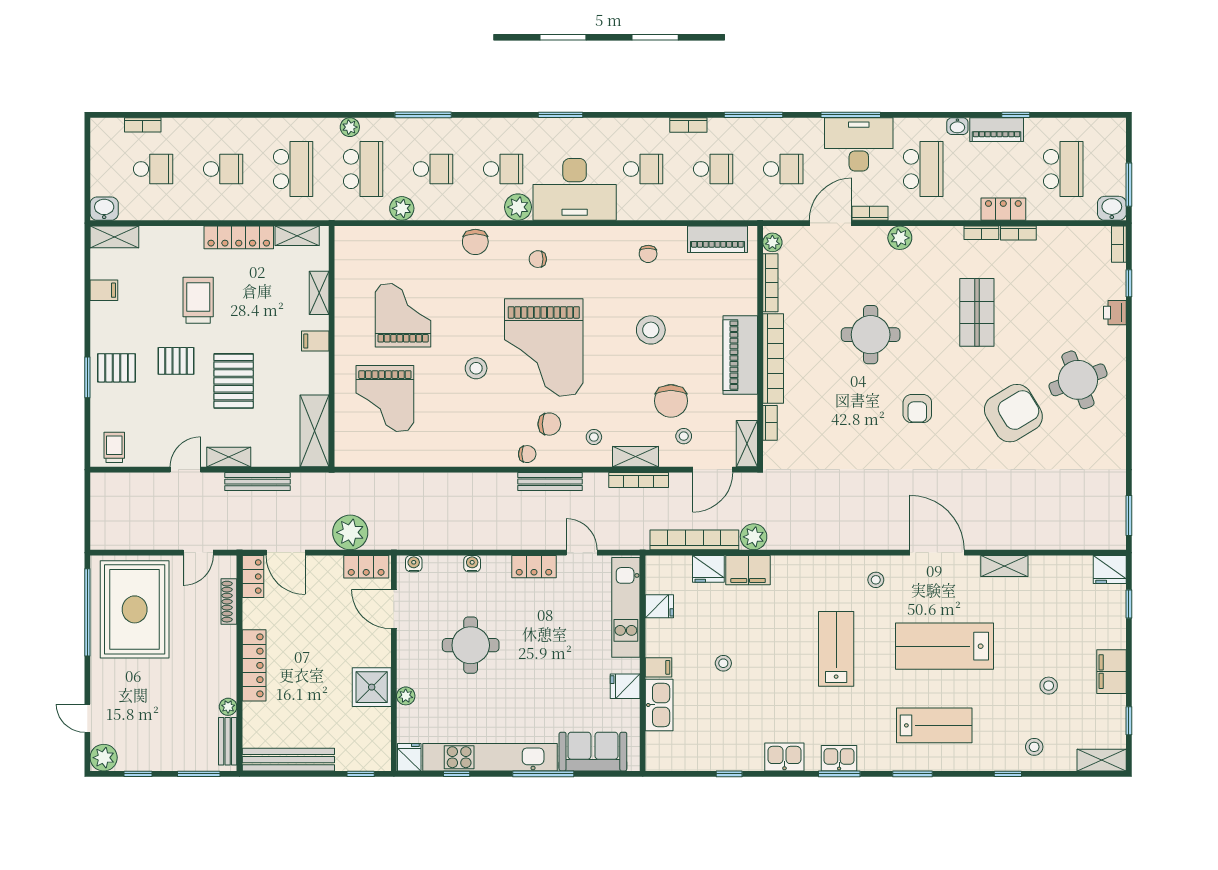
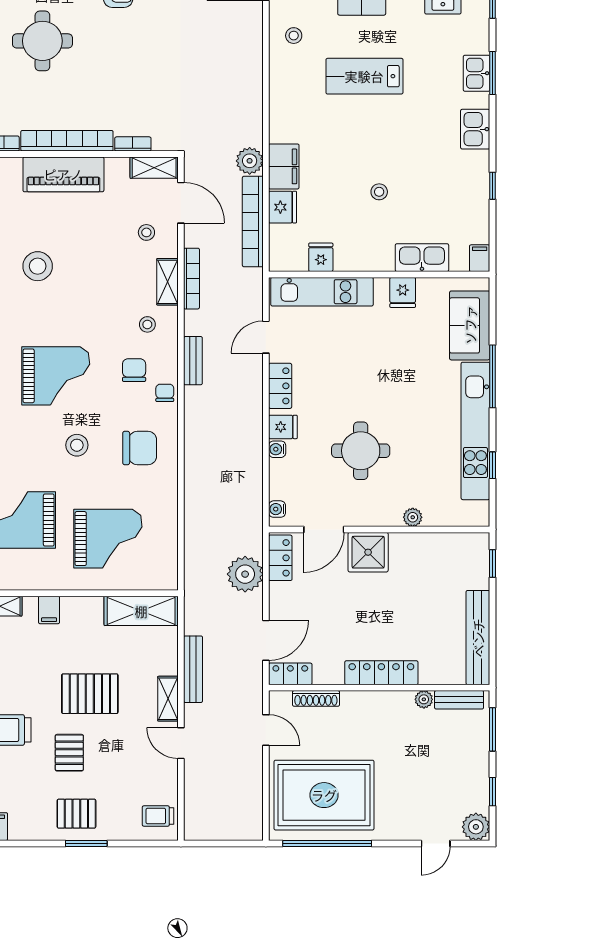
grand piano: (544, 348) -> (56, 376), width x0.73, depth x0.68
pallet: (117, 368) -> (76, 814), turned 90
chair: (671, 401) -> (140, 448), moved
bench: (550, 481) -> (193, 361), width x0.73
filing cabinet: (659, 667) -> (480, 258), moved
shower: (372, 687) -> (368, 552), moved
fridge: (409, 757) -> (283, 427), moved, turned 180

